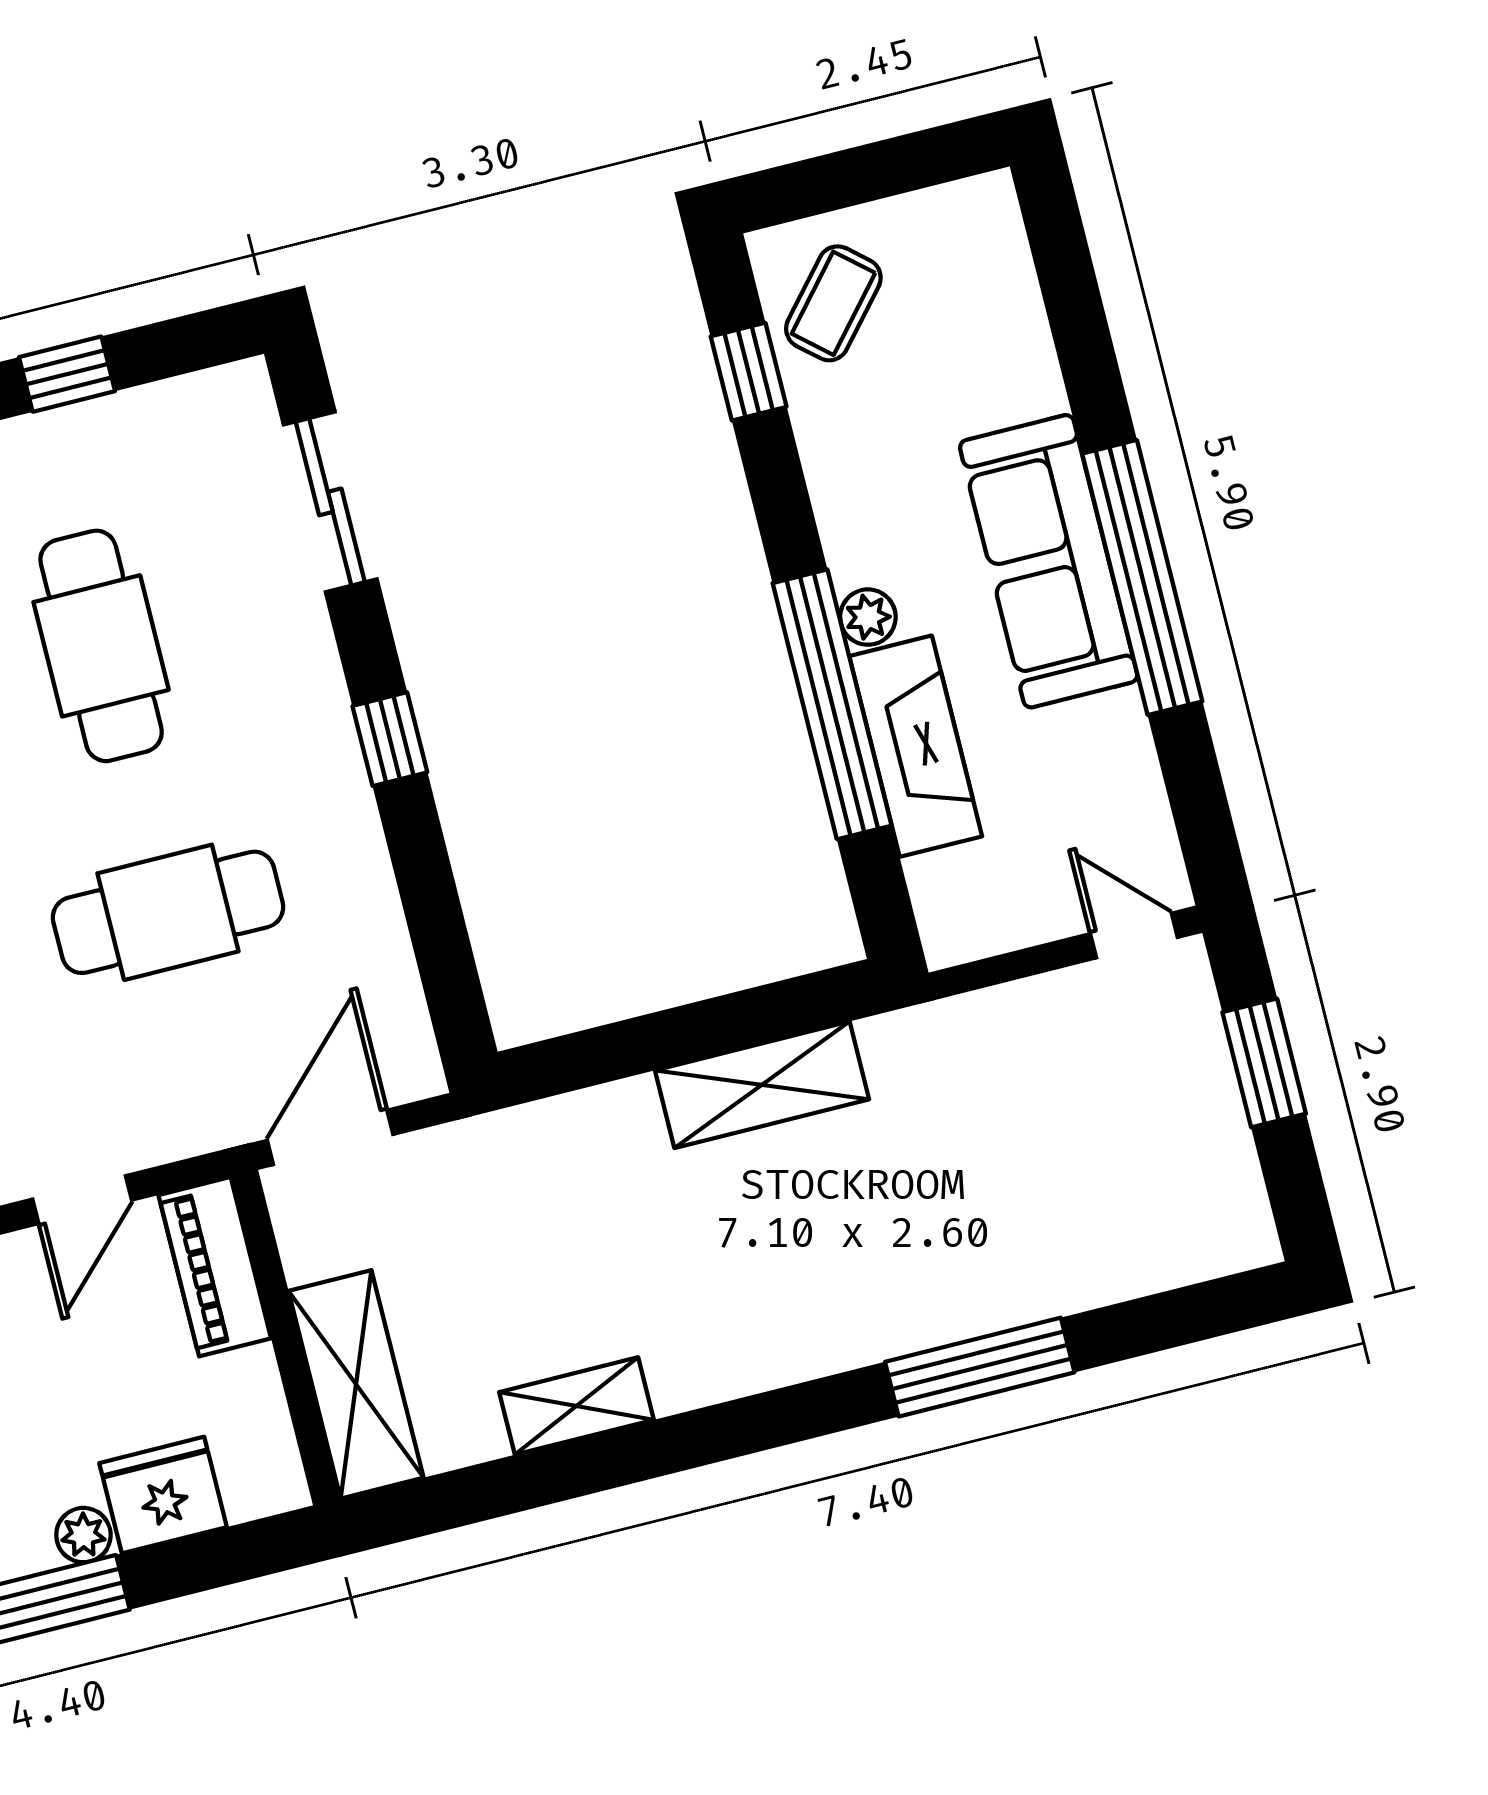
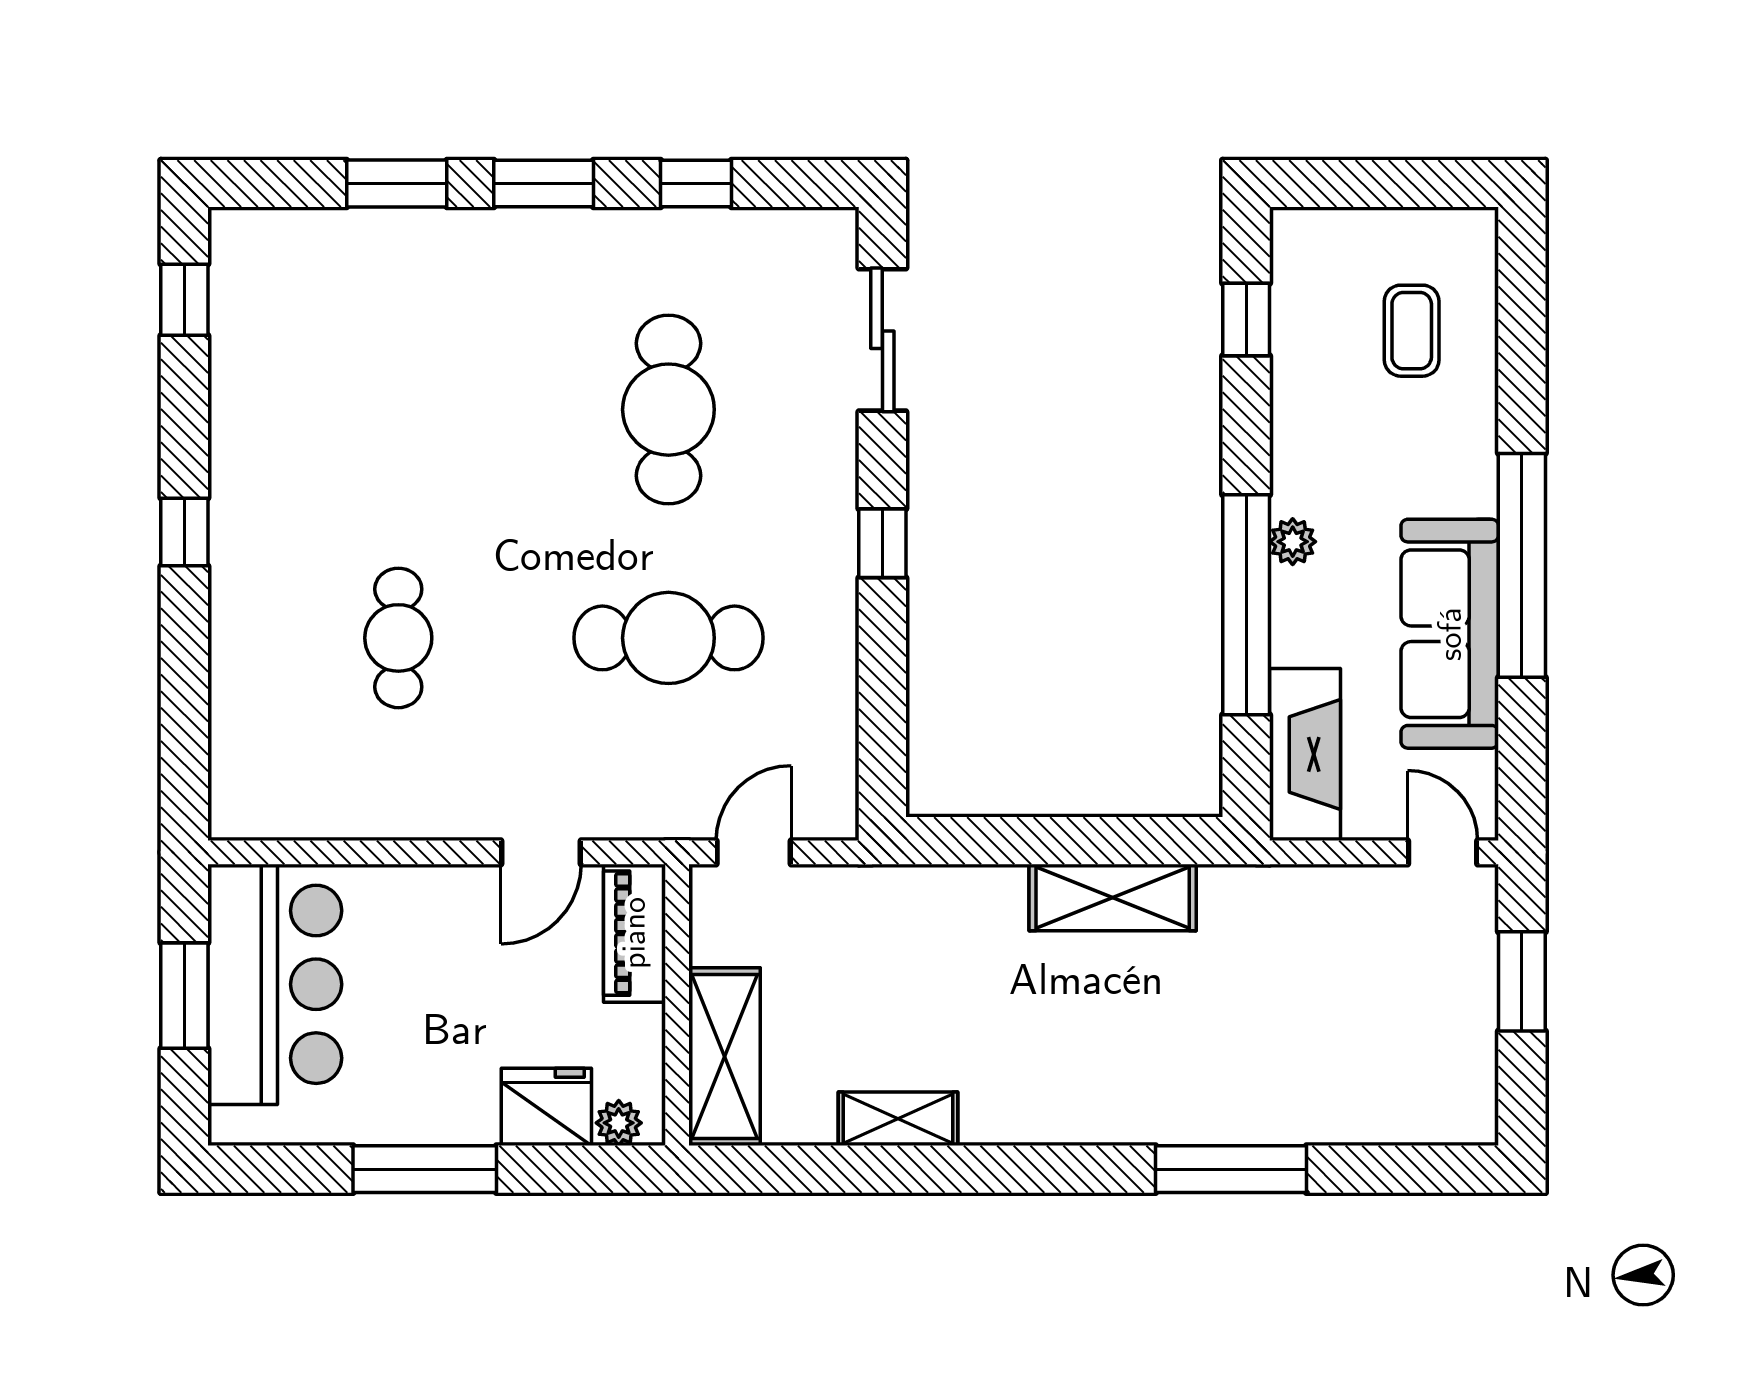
coffee table: (833, 303) -> (1412, 331), moved, turned -41
sofa: (1049, 561) -> (1450, 634), moved
fireplace: (916, 746) -> (1305, 754), moved
door: (330, 1137) -> (754, 852), width x0.73
plant: (83, 1535) -> (619, 1123), moved

